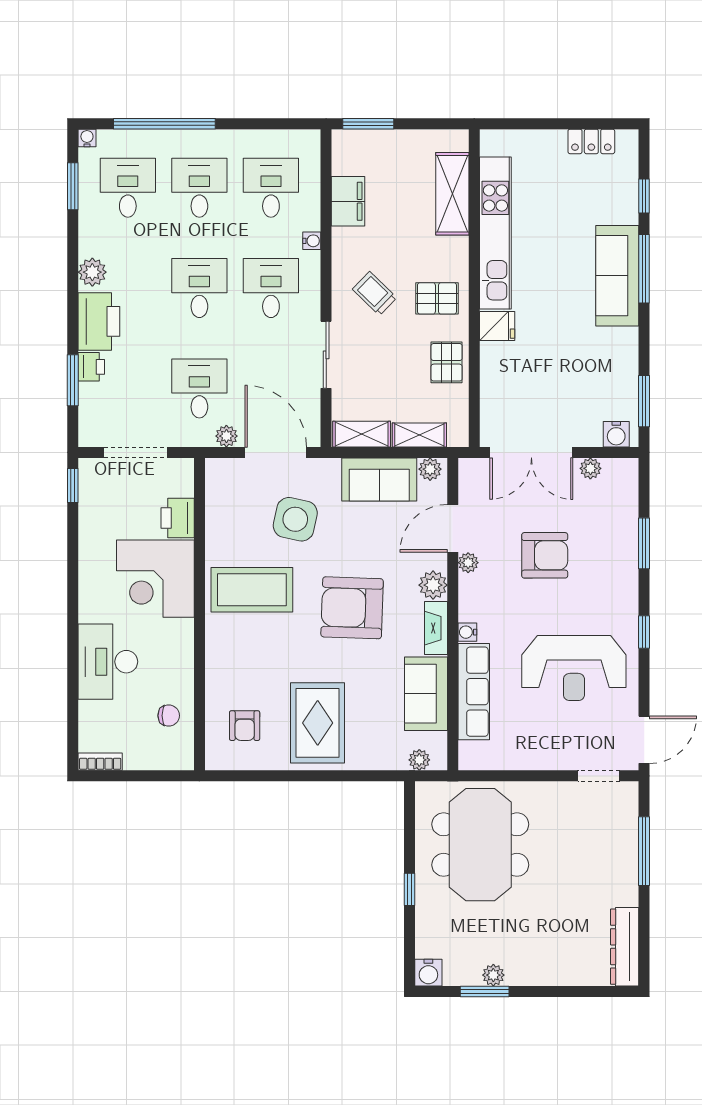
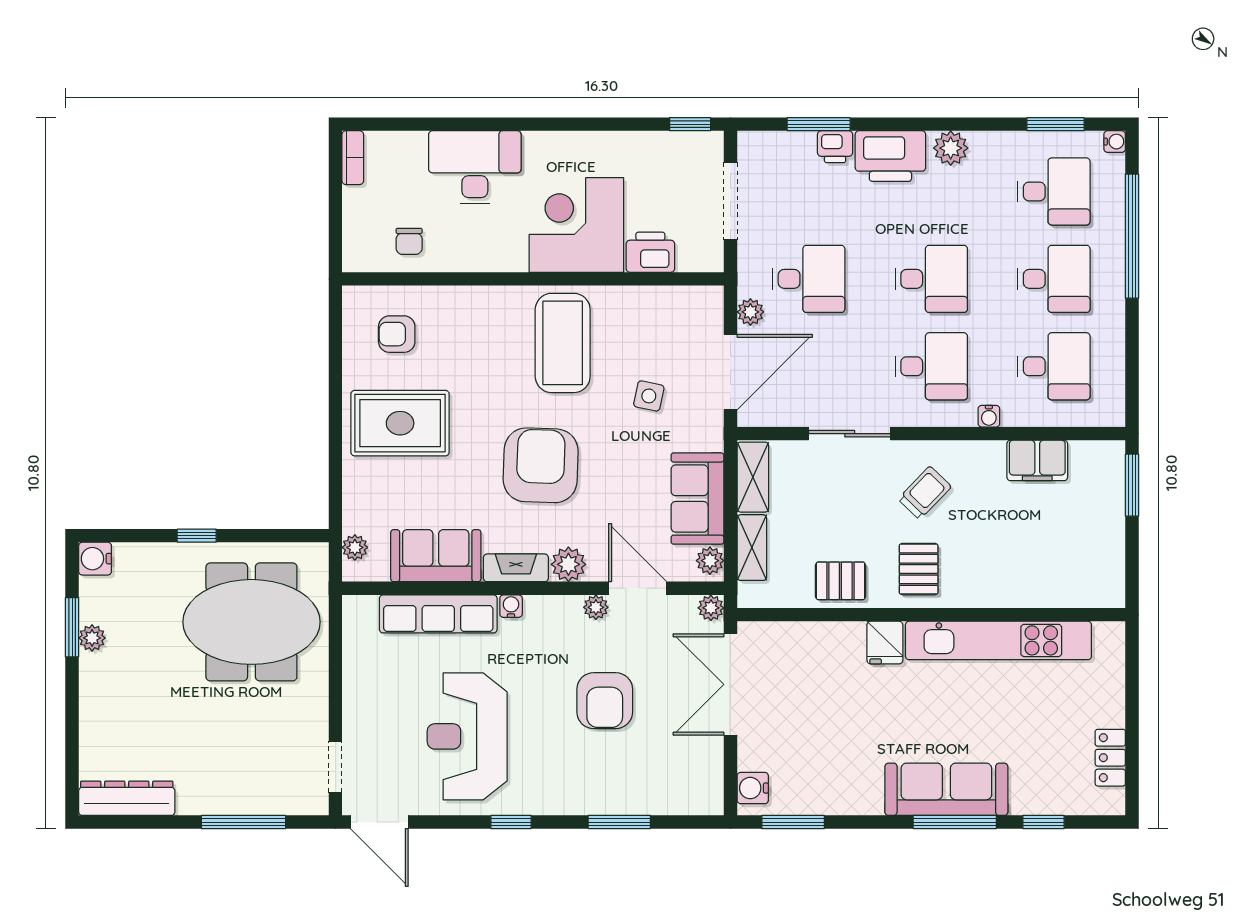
shelving: (452, 194) -> (1046, 588), removed
plant: (590, 468) -> (711, 608), moved
side table: (295, 519) -> (649, 396), width x0.54, depth x0.54

